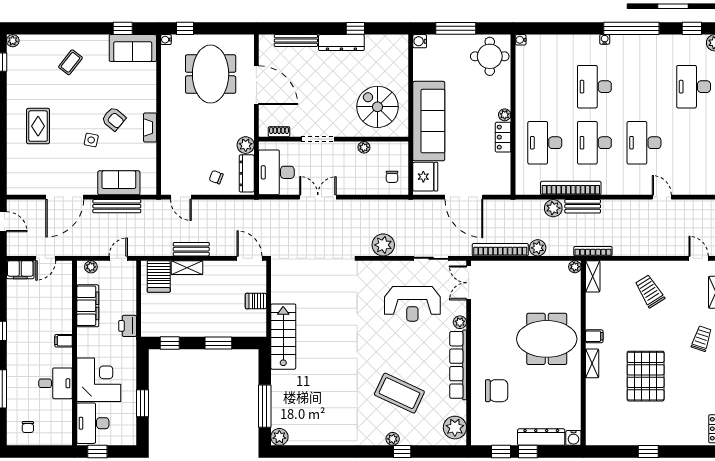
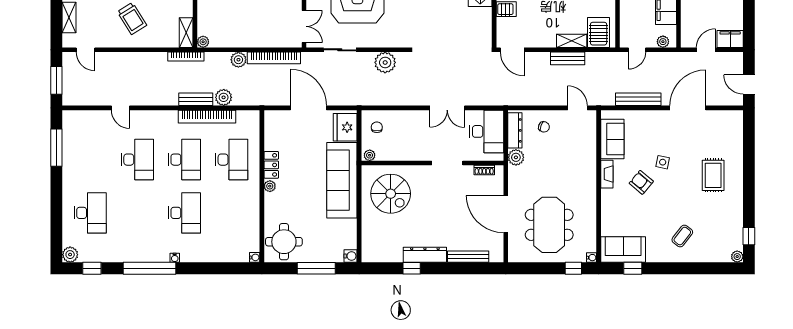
plant: (364, 147) -> (370, 155), moved
sofa: (119, 183) -> (612, 139), moved, turned -90

